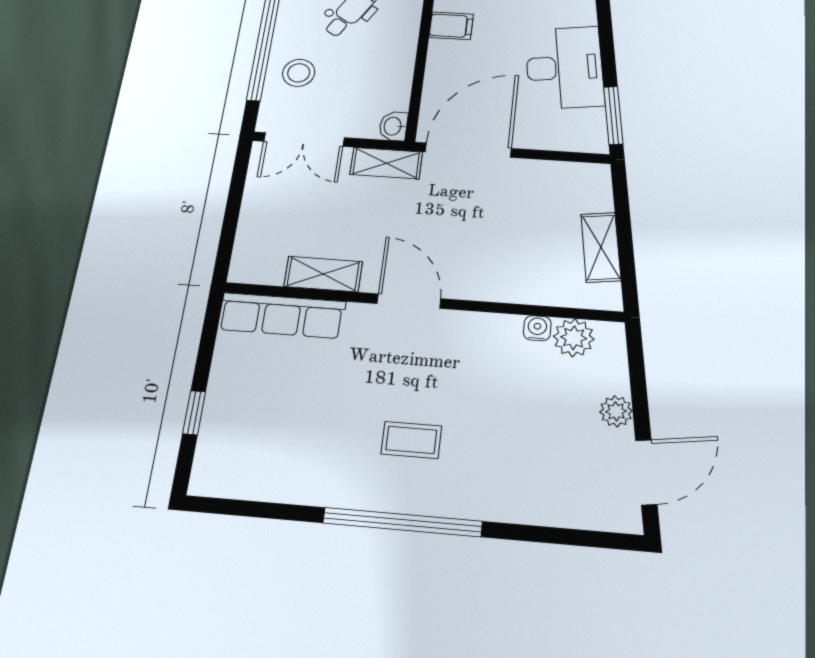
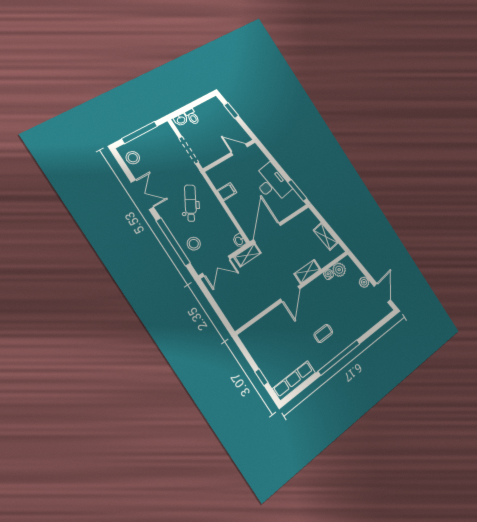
shelving: (323, 274) -> (307, 272), moved
door: (409, 301) -> (290, 294), swing flipped
row of seats: (282, 316) -> (294, 381), moved, turned 180

